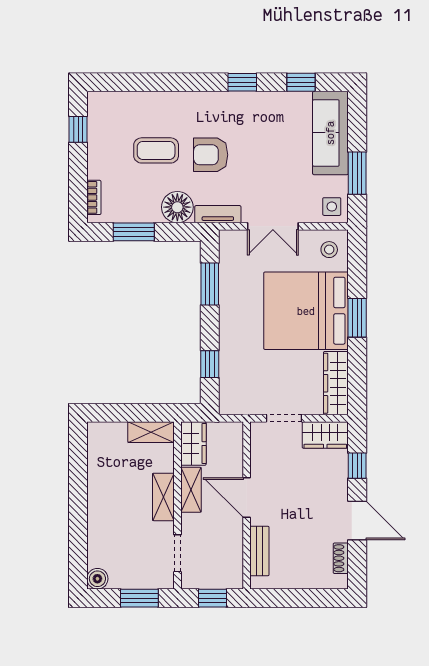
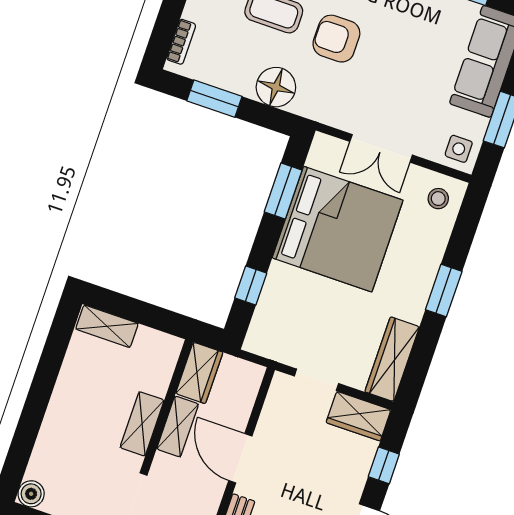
tv unit: (218, 214) -> (321, 112), removed
bed: (306, 311) -> (338, 229), moved, turned 180
shelving: (151, 432) -> (107, 326), moved

